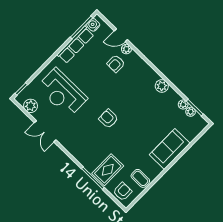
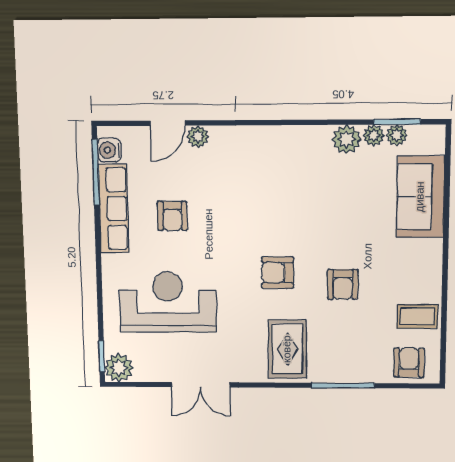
armchair: (116, 64) -> (172, 216), moved
plant: (162, 86) -> (347, 139), moved
reception desk: (62, 93) -> (168, 302), turned 180
plant: (30, 106) -> (119, 368), moved
armchair: (126, 144) -> (343, 284), added
sofa: (170, 149) -> (420, 197), moved
rug: (108, 170) -> (287, 349), moved

